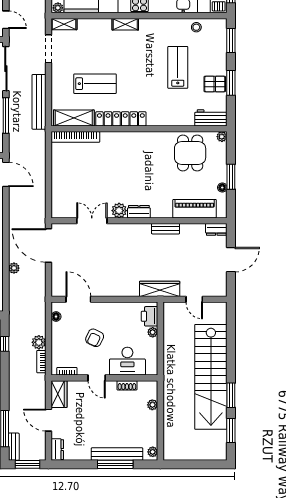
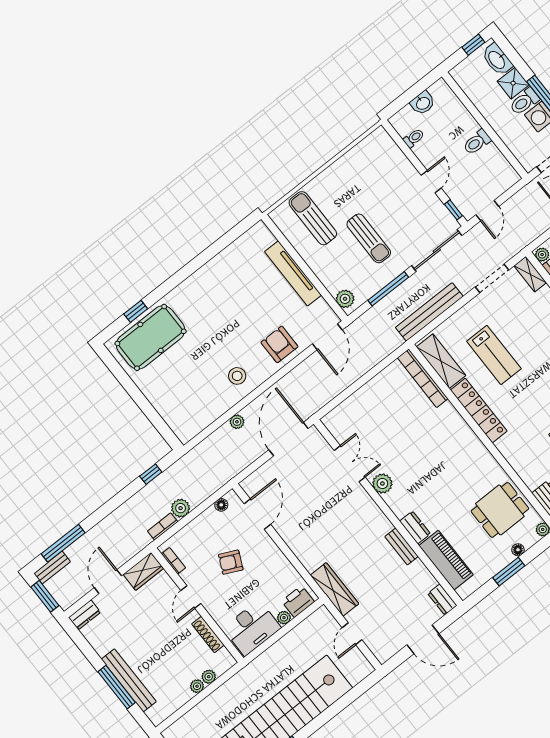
floor lamp: (222, 188) -> (518, 550), moved
dresser: (139, 212) -> (415, 527), moved
desk: (127, 361) -> (252, 628), moved, turned -90
shoe rack: (127, 385) -> (208, 634), width x1.43
plant: (153, 452) -> (197, 686), moved

